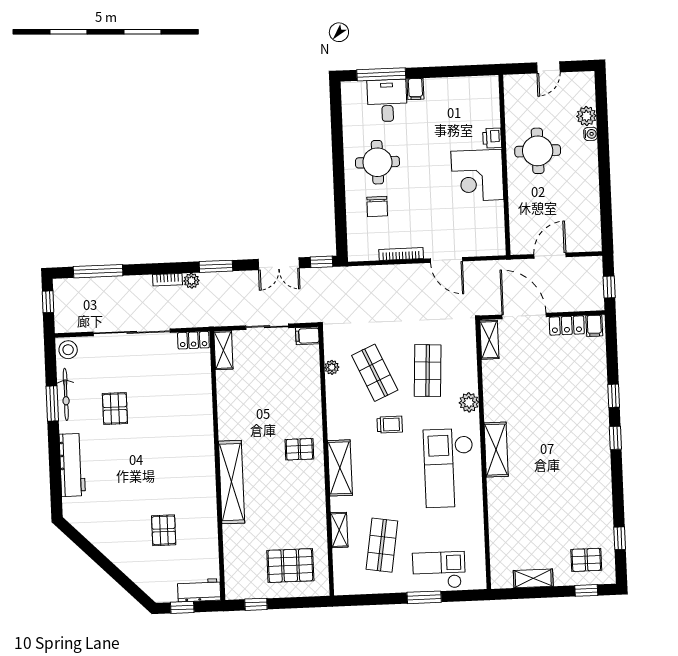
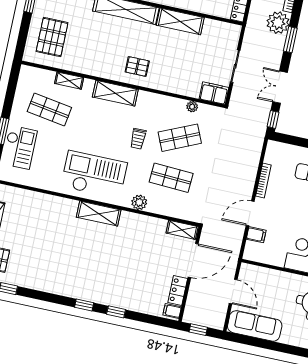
sofa: (586, 217) -> (255, 326), added
filing cabinet: (471, 245) -> (256, 235), added
plant: (192, 281) -> (278, 23), width x1.88, depth x1.88
filing cabinet: (307, 336) -> (214, 93), width x2.00
shelving: (223, 350) -> (180, 21), moved, width x1.50, depth x1.33
pallet: (299, 449) -> (137, 66), turned 90

